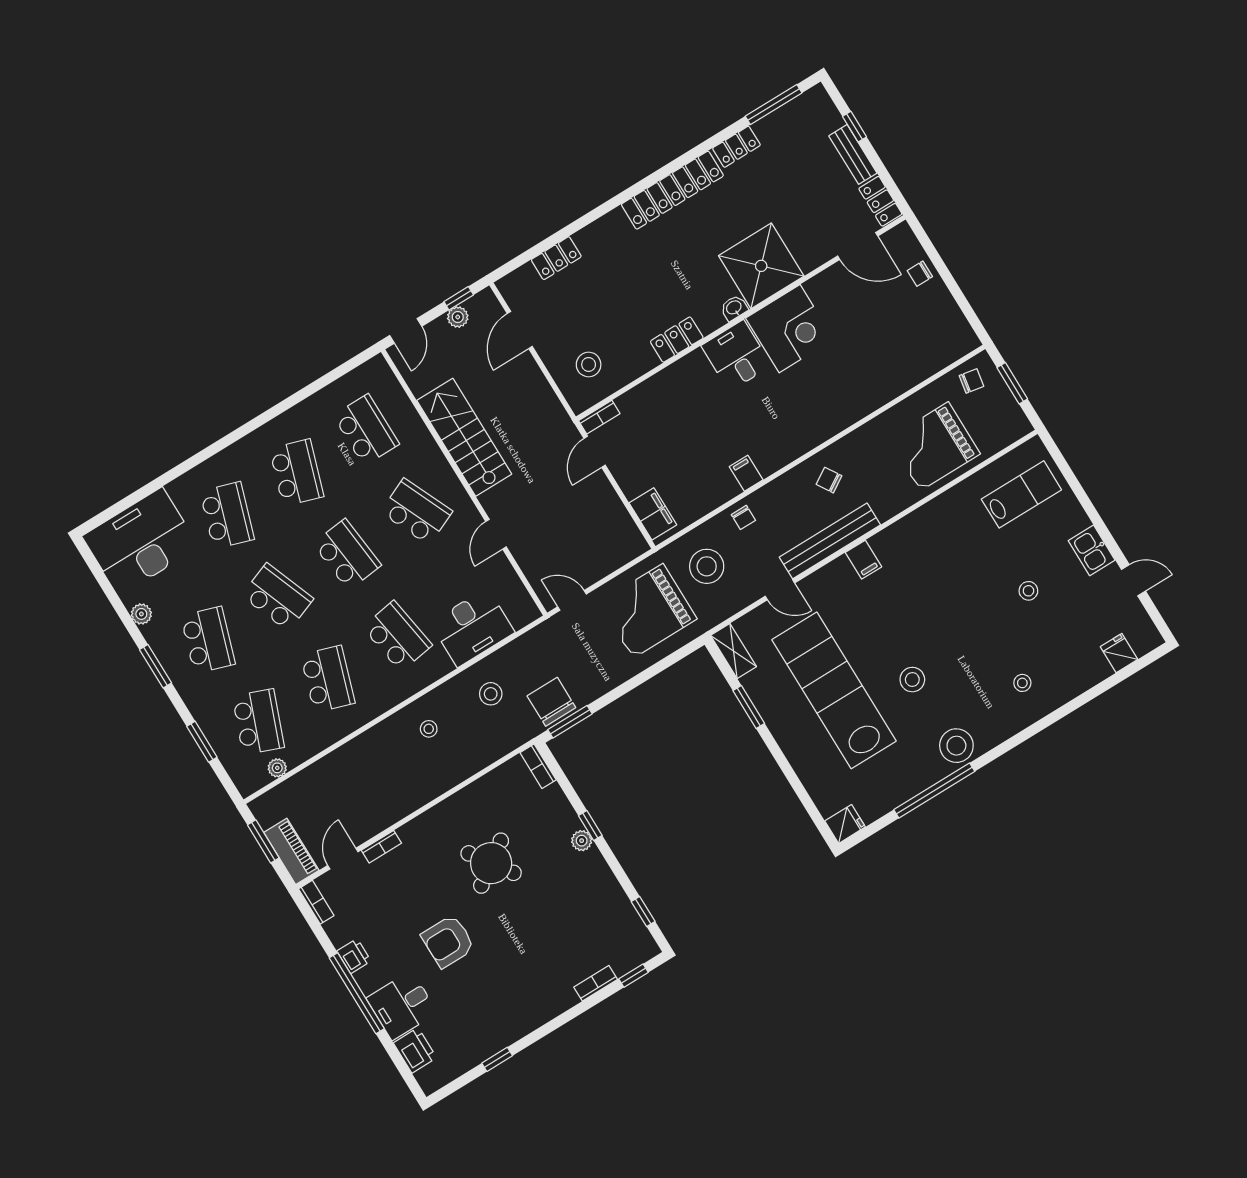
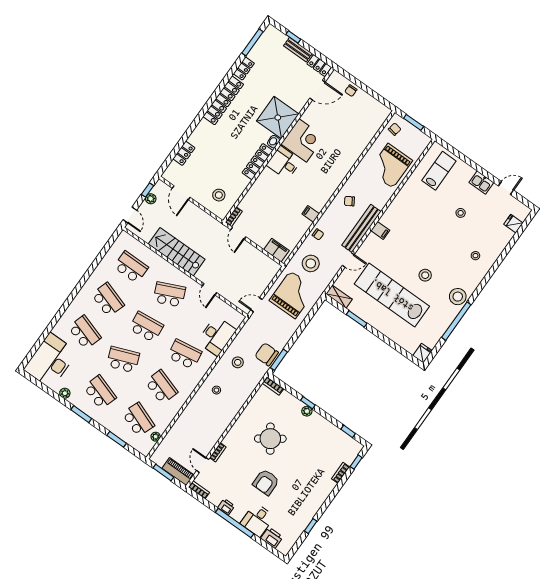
locker: (677, 340) -> (258, 162), width x1.53
grand piano: (648, 611) -> (293, 295), turned 180

